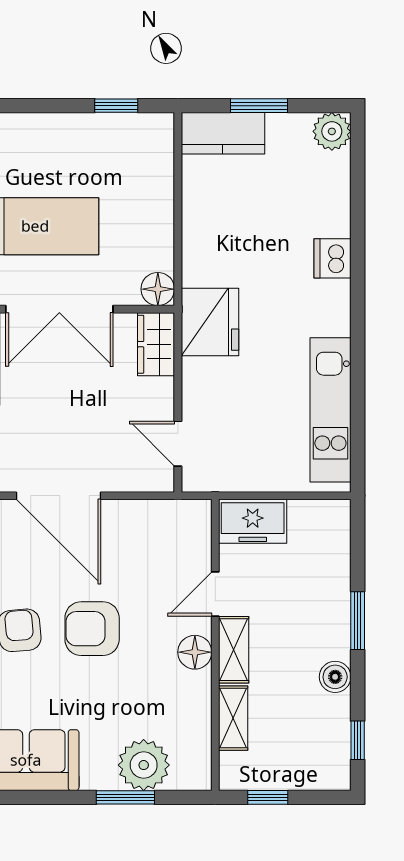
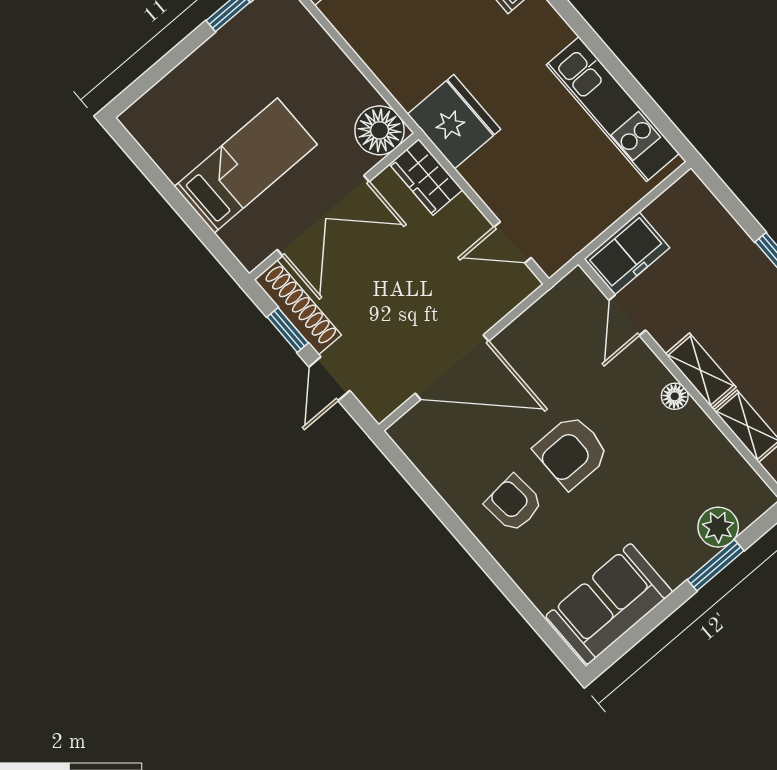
floor lamp: (158, 289) -> (380, 130), width x1.38, depth x1.38
door: (215, 594) -> (627, 315), moved
floor lamp: (195, 652) -> (675, 396), width x0.73, depth x0.73
plant: (144, 765) -> (718, 527), width x0.73, depth x0.73

